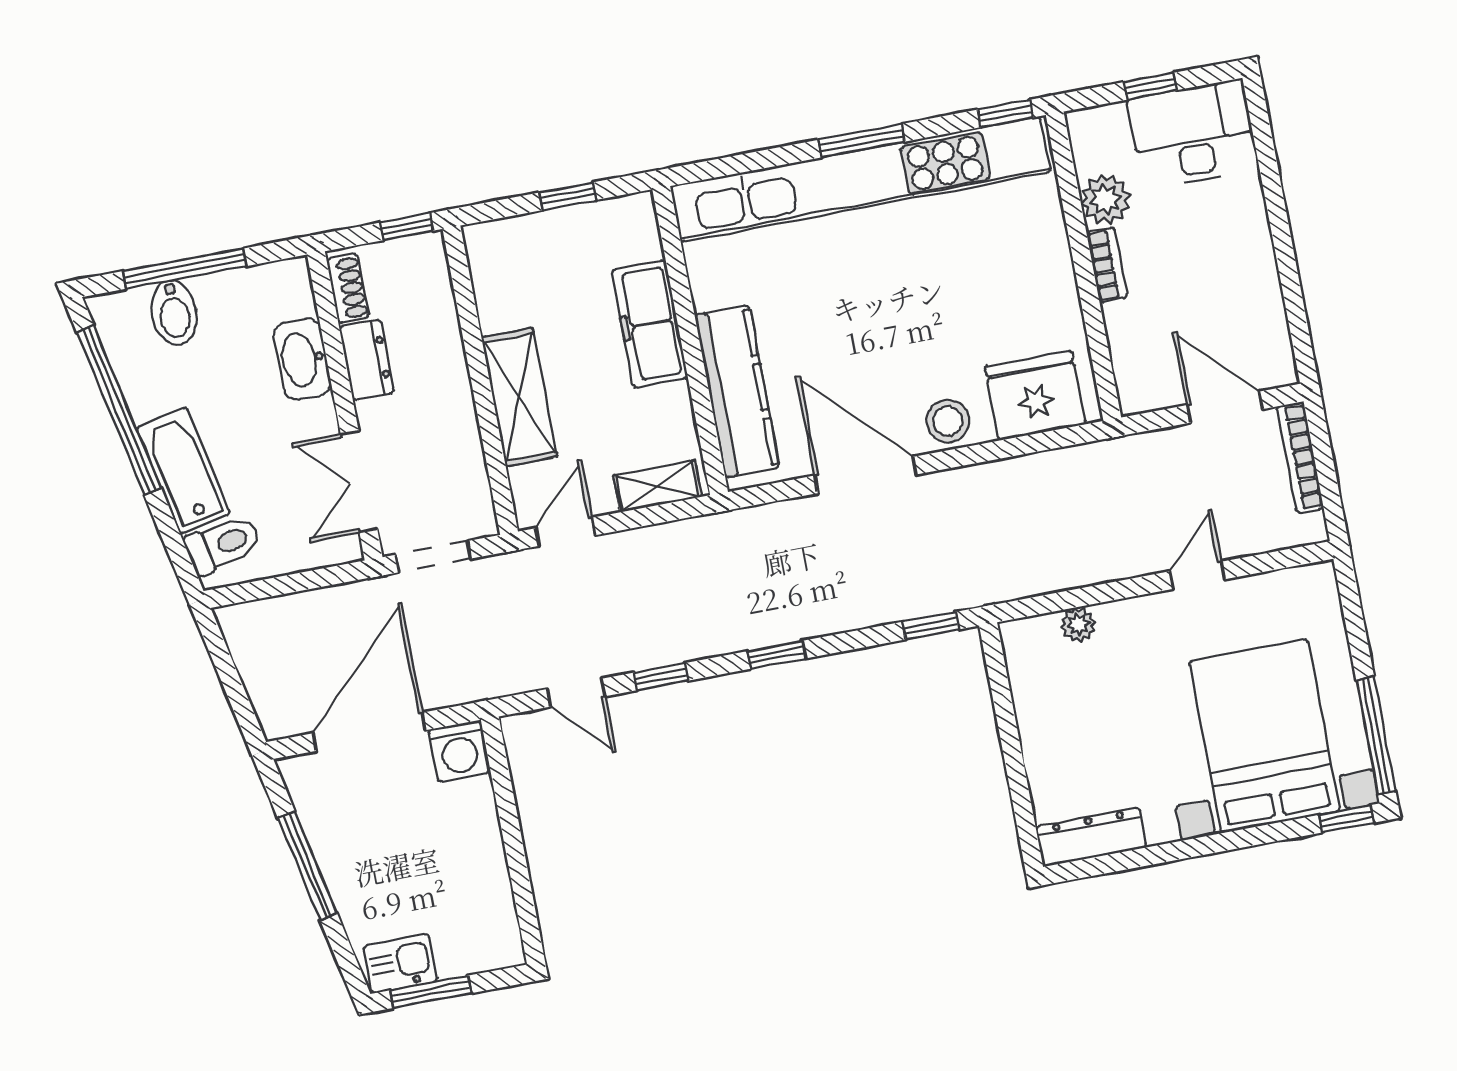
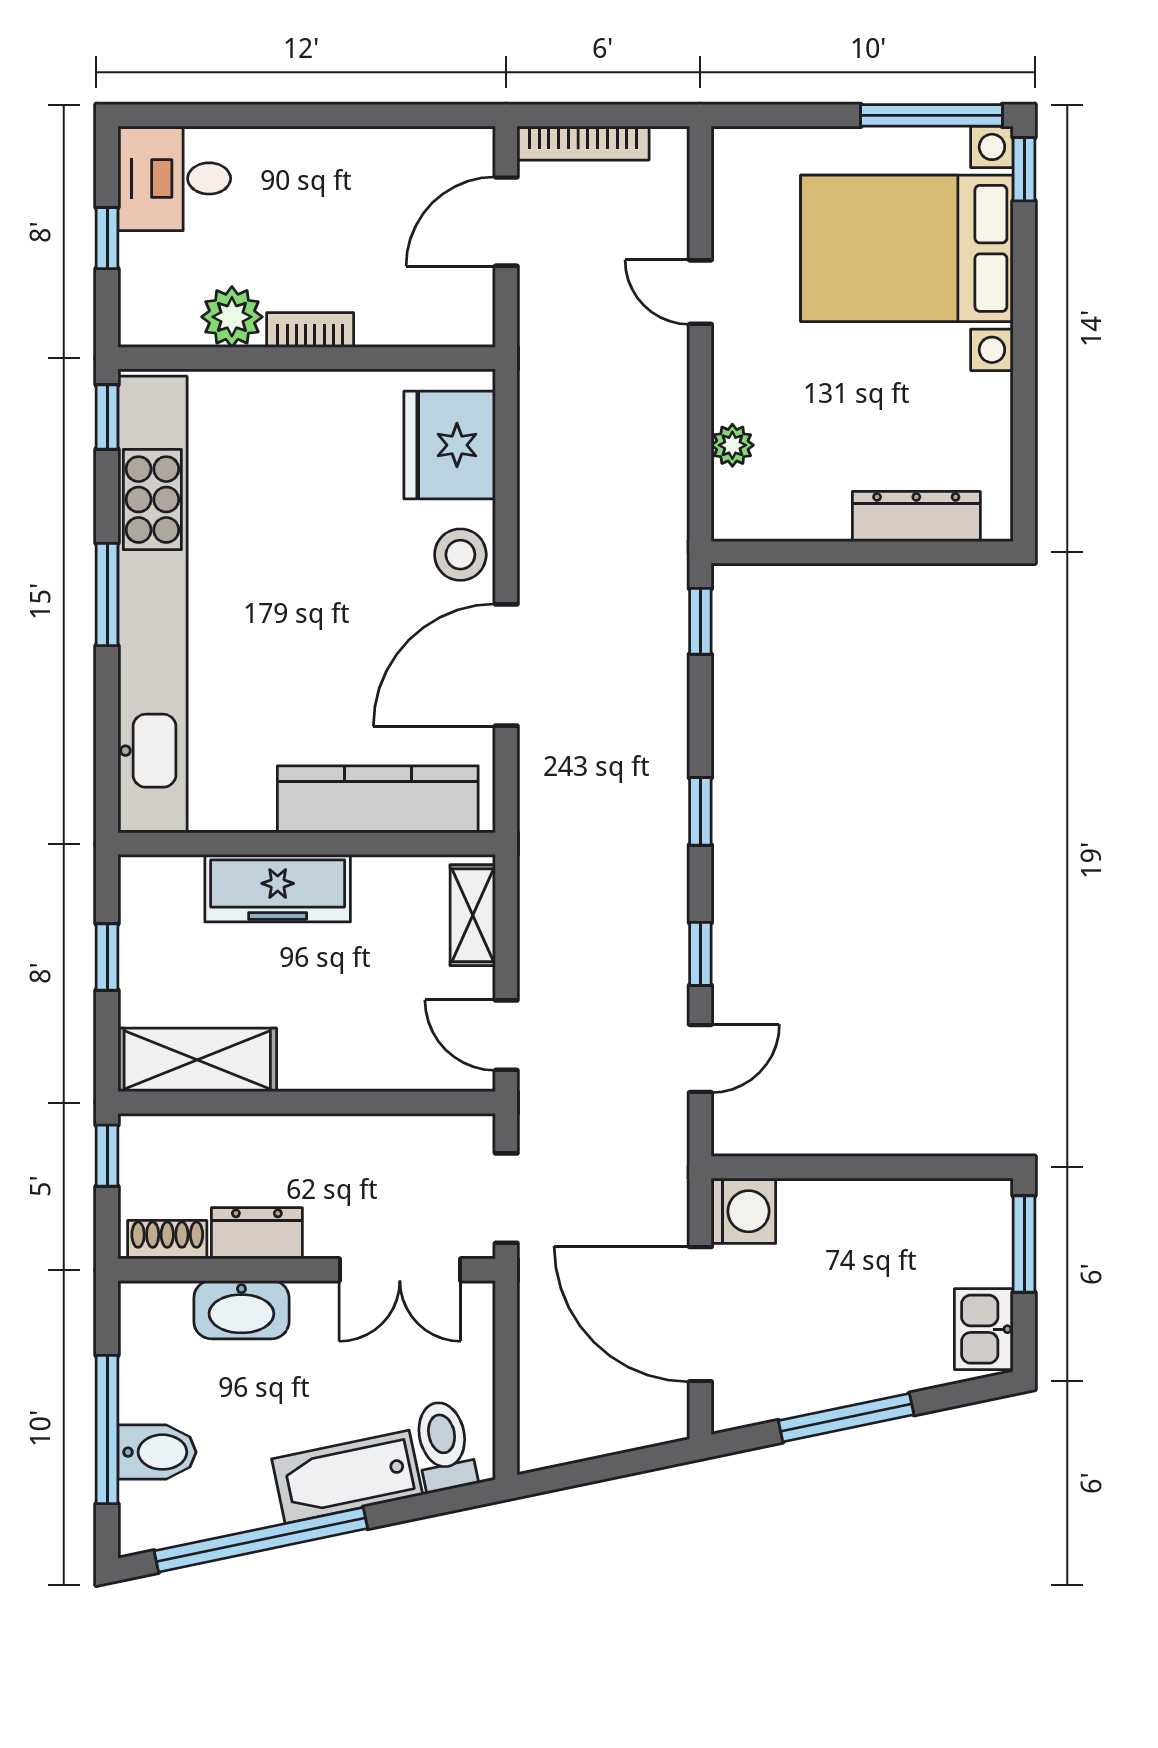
desk: (1193, 134) -> (174, 178), width x0.73
shelving: (519, 397) -> (197, 1060), moved
dresser: (1091, 837) -> (916, 517), moved, turned 90
window: (431, 992) -> (1024, 1244), moved

